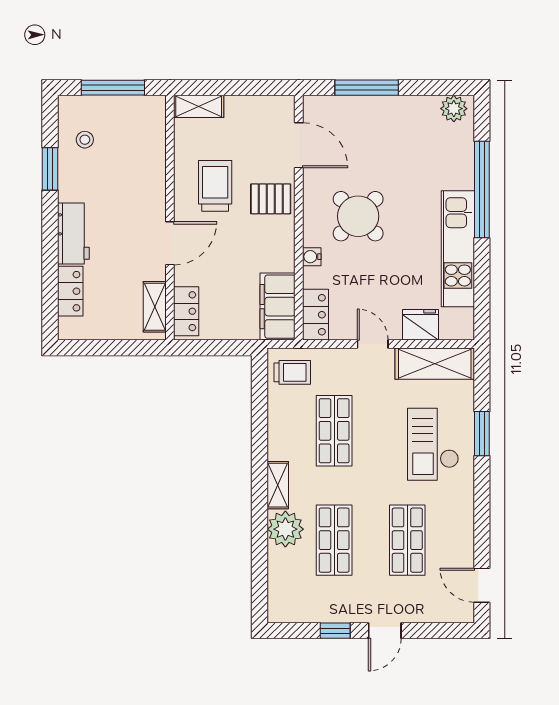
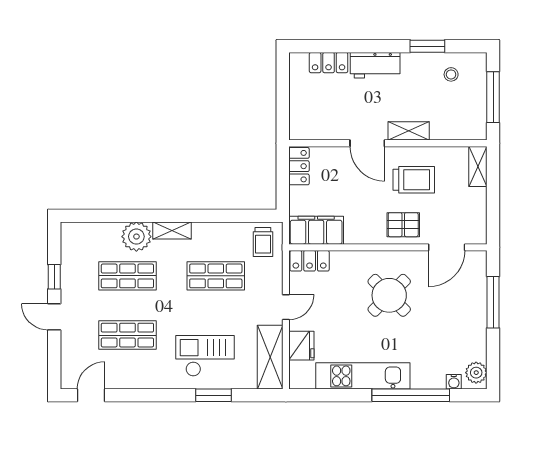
pallet: (271, 199) -> (403, 225), turned 90
water cooler: (312, 257) -> (454, 382), moved, turned 180
shelving: (155, 307) -> (409, 131), moved
locker: (186, 311) -> (299, 166), moved, turned -90

